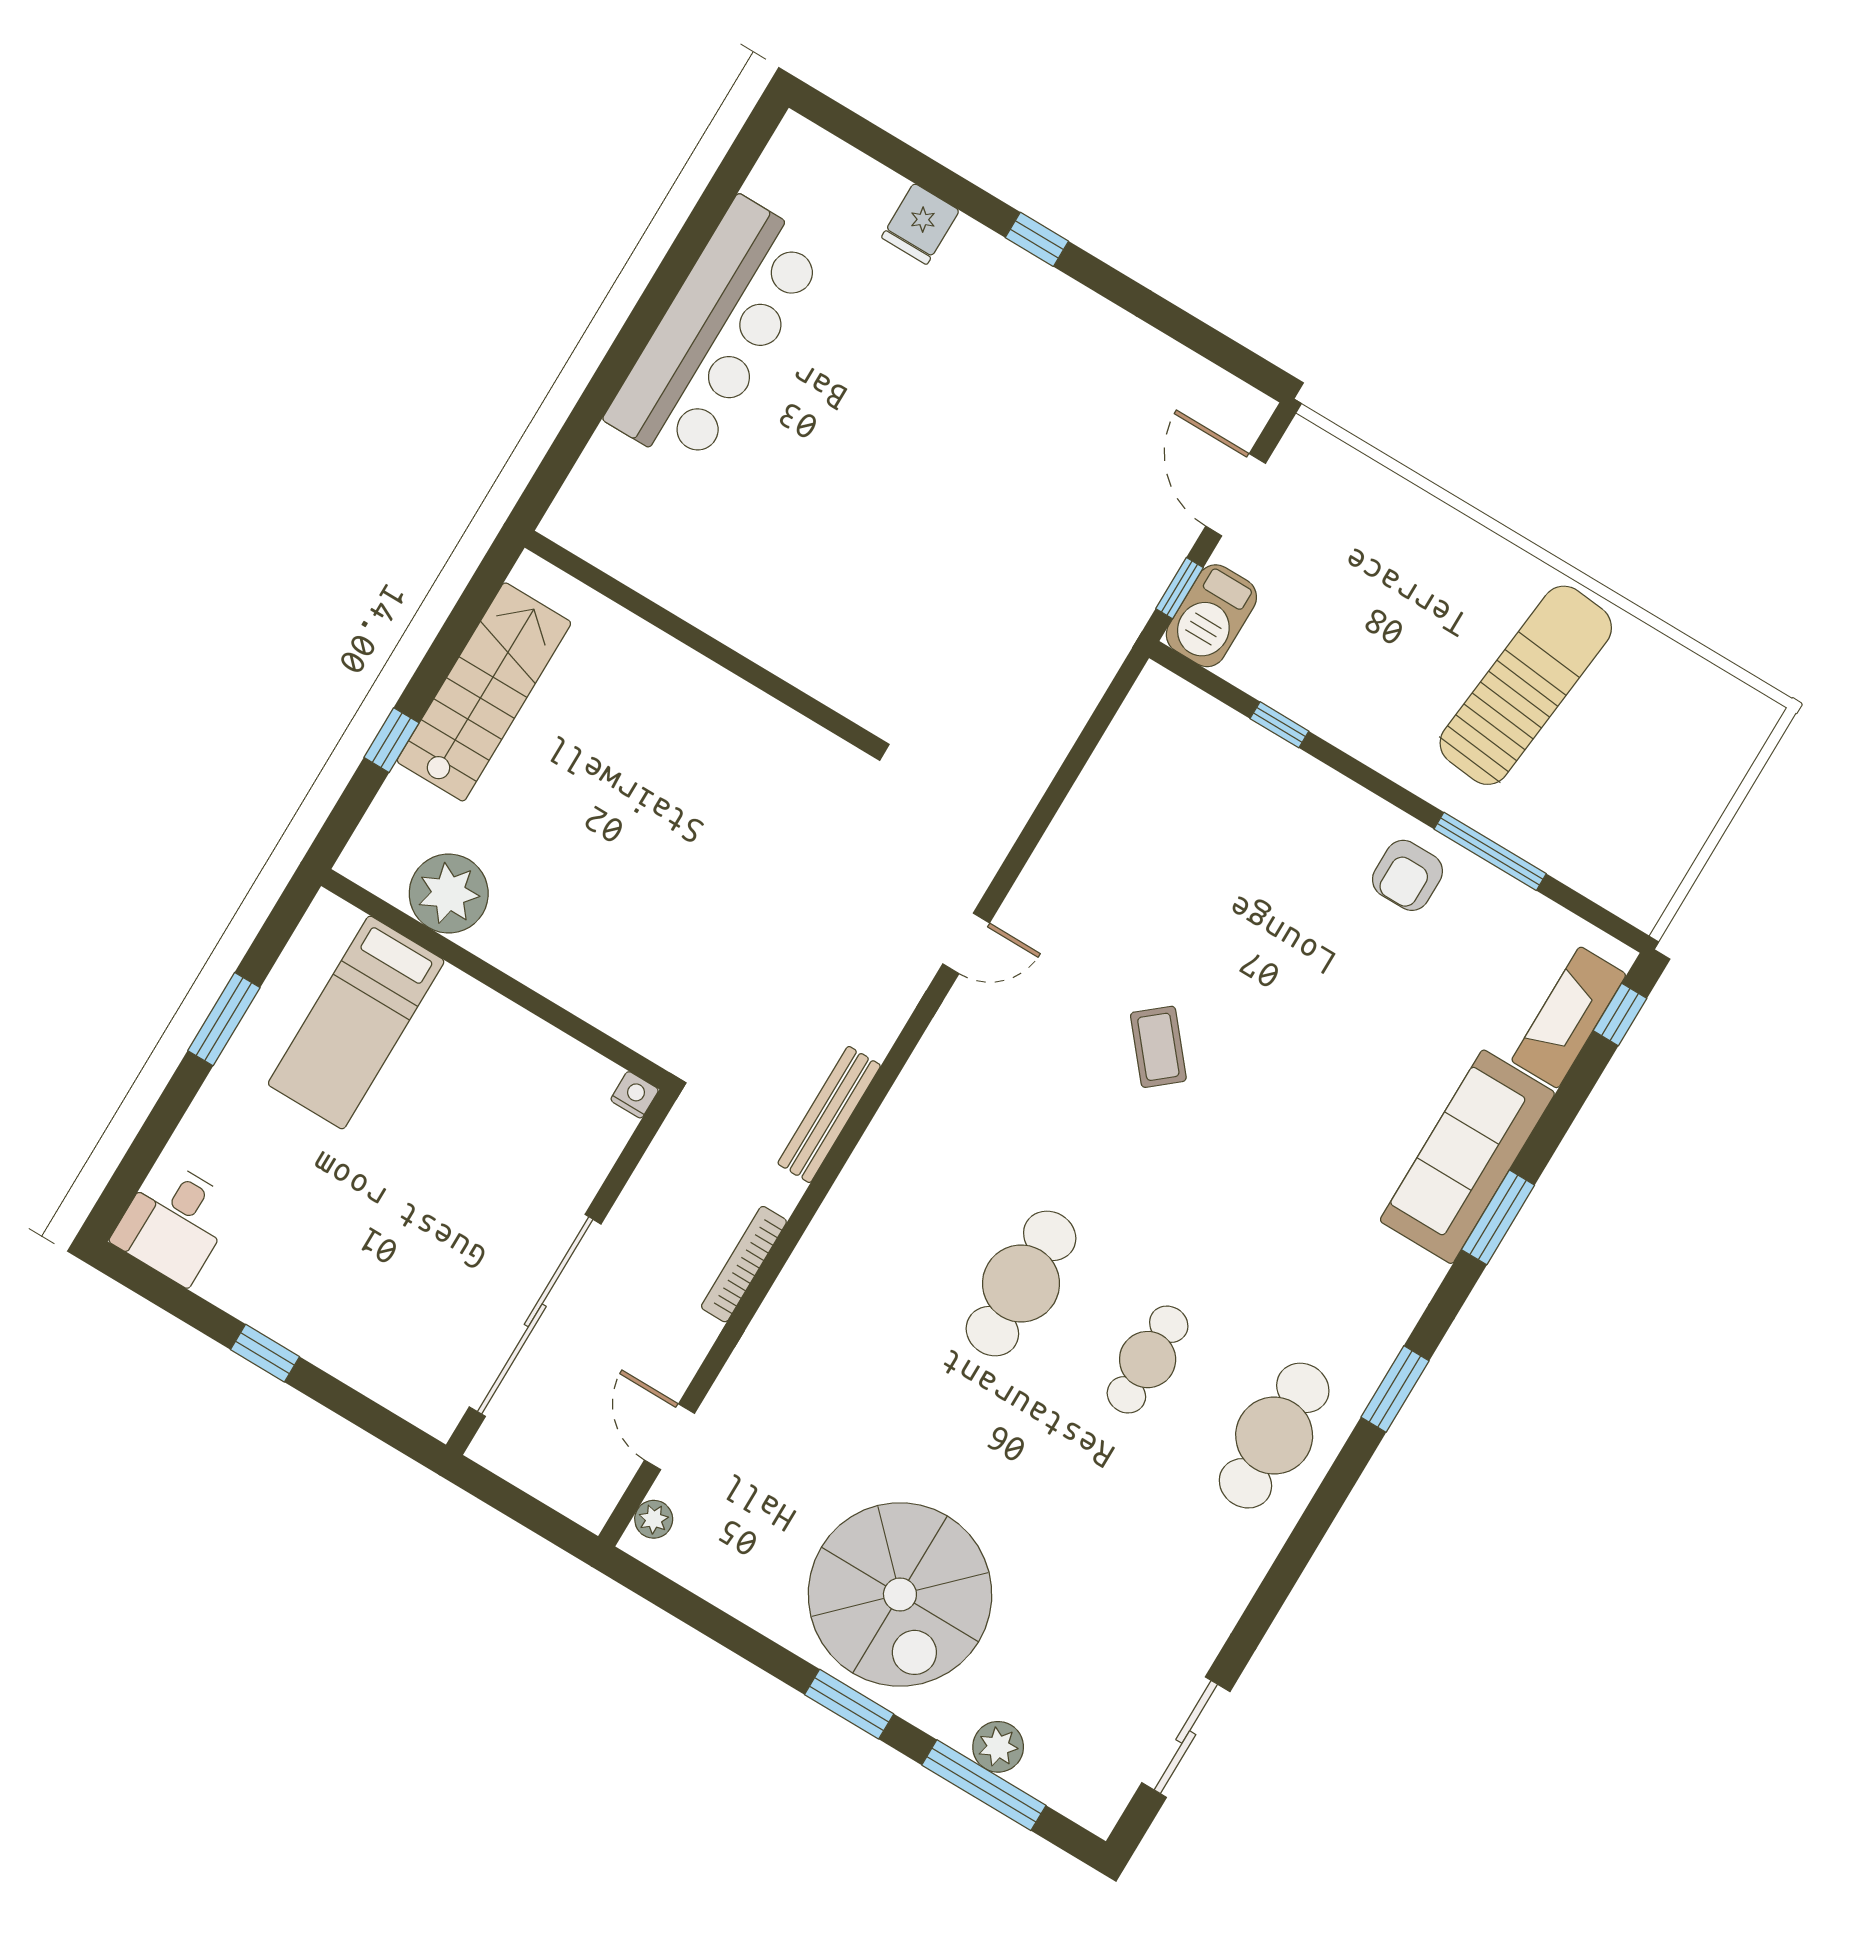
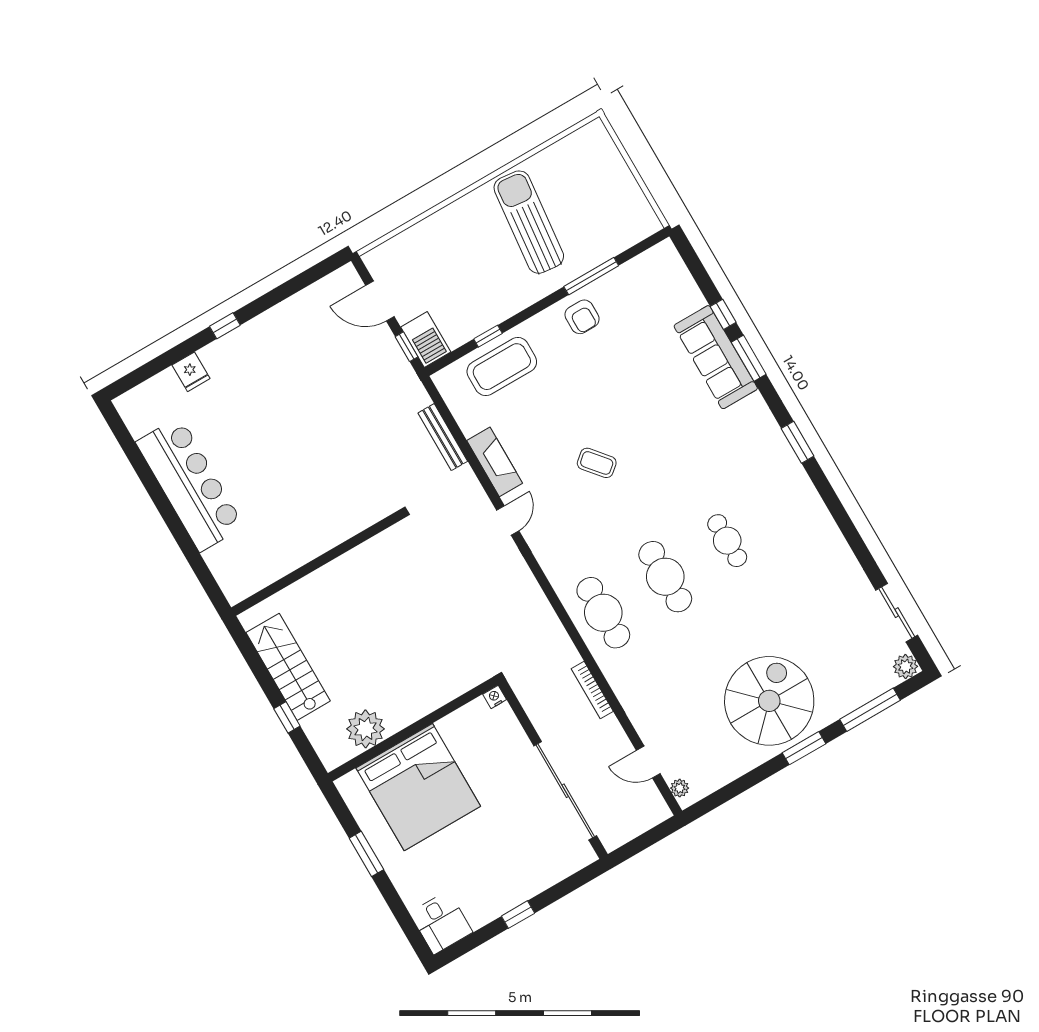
coffee table: (1238, 780) -> (502, 367), added
window: (1620, 1014) -> (723, 314), moved
fireplace: (1569, 1017) -> (495, 462), moved, turned 180
bed: (356, 1023) -> (418, 787), width x2.04
bench: (829, 1114) -> (443, 437), moved
cafe table: (1274, 1436) -> (603, 613), moved
spiral stairs: (900, 1594) -> (769, 701), turned -90
plant: (998, 1747) -> (906, 667), moved

